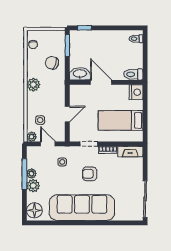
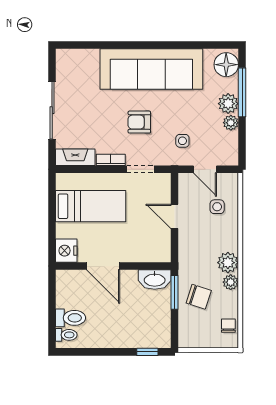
window: (67, 46) -> (174, 292), moved
toilet: (133, 74) -> (71, 318), moved
door: (101, 82) -> (103, 266), moved
door: (67, 114) -> (174, 216), hinge flipped
plant: (32, 137) -> (231, 282), moved
window: (24, 174) -> (242, 92), moved
armchair: (90, 174) -> (139, 122), turned 180
sliding door: (145, 199) -> (52, 110), moved

